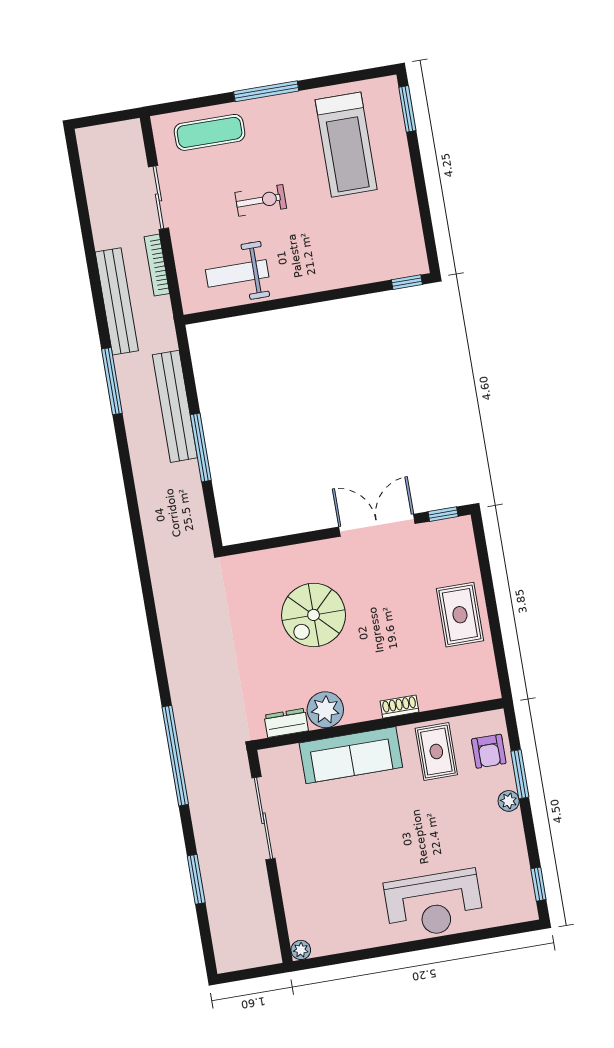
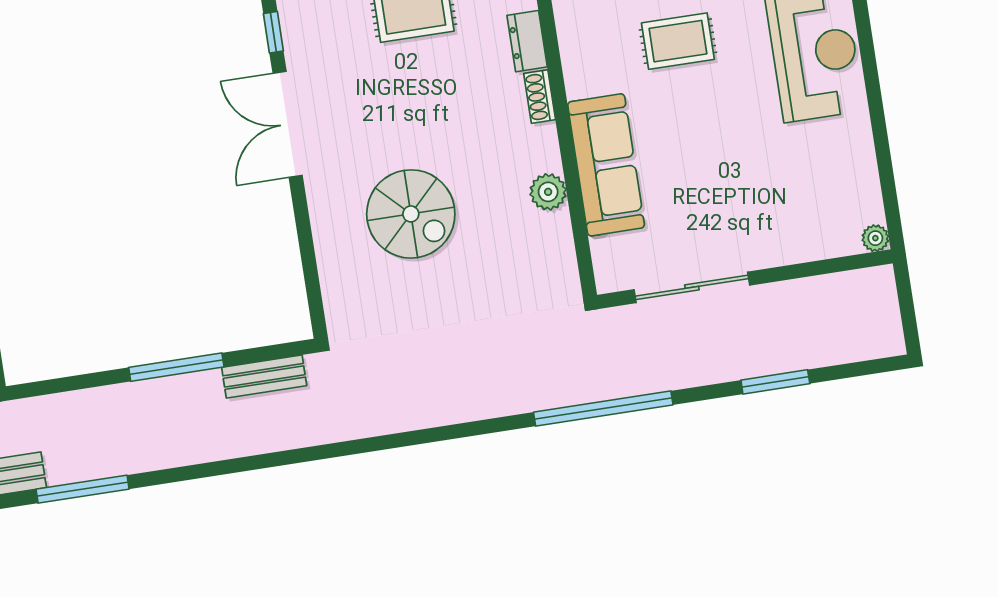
bench: (175, 406) -> (264, 376), moved, width x0.54, depth x0.82
plant: (325, 710) -> (548, 192), width x0.73, depth x0.73
dresser: (286, 723) -> (527, 41), moved
rug: (436, 752) -> (678, 41), moved

